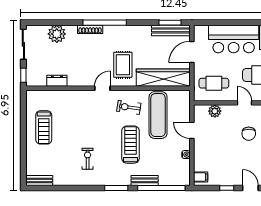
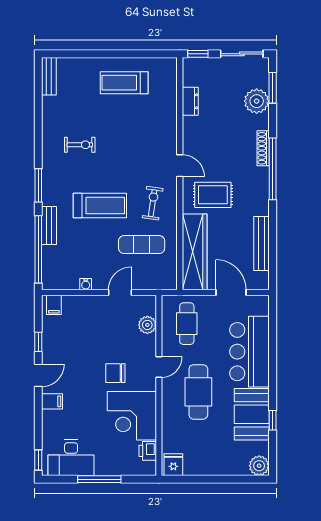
window: (170, 23) -> (273, 88), moved
bench: (171, 30) -> (261, 244), moved
exercise mat: (158, 115) -> (142, 245), width x0.73, depth x0.69

